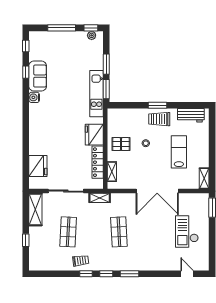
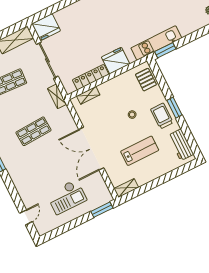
window: (106, 64) -> (189, 38), removed
pallet: (121, 144) -> (146, 80), moved
fridge: (38, 166) -> (46, 27), moved
checkout: (187, 232) -> (67, 197), turned 180

